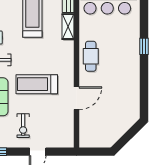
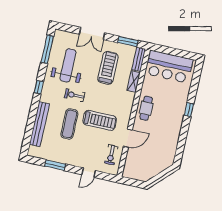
treadmill: (37, 84) -> (100, 120), turned 180
exercise bike: (23, 126) -> (111, 155), moved

